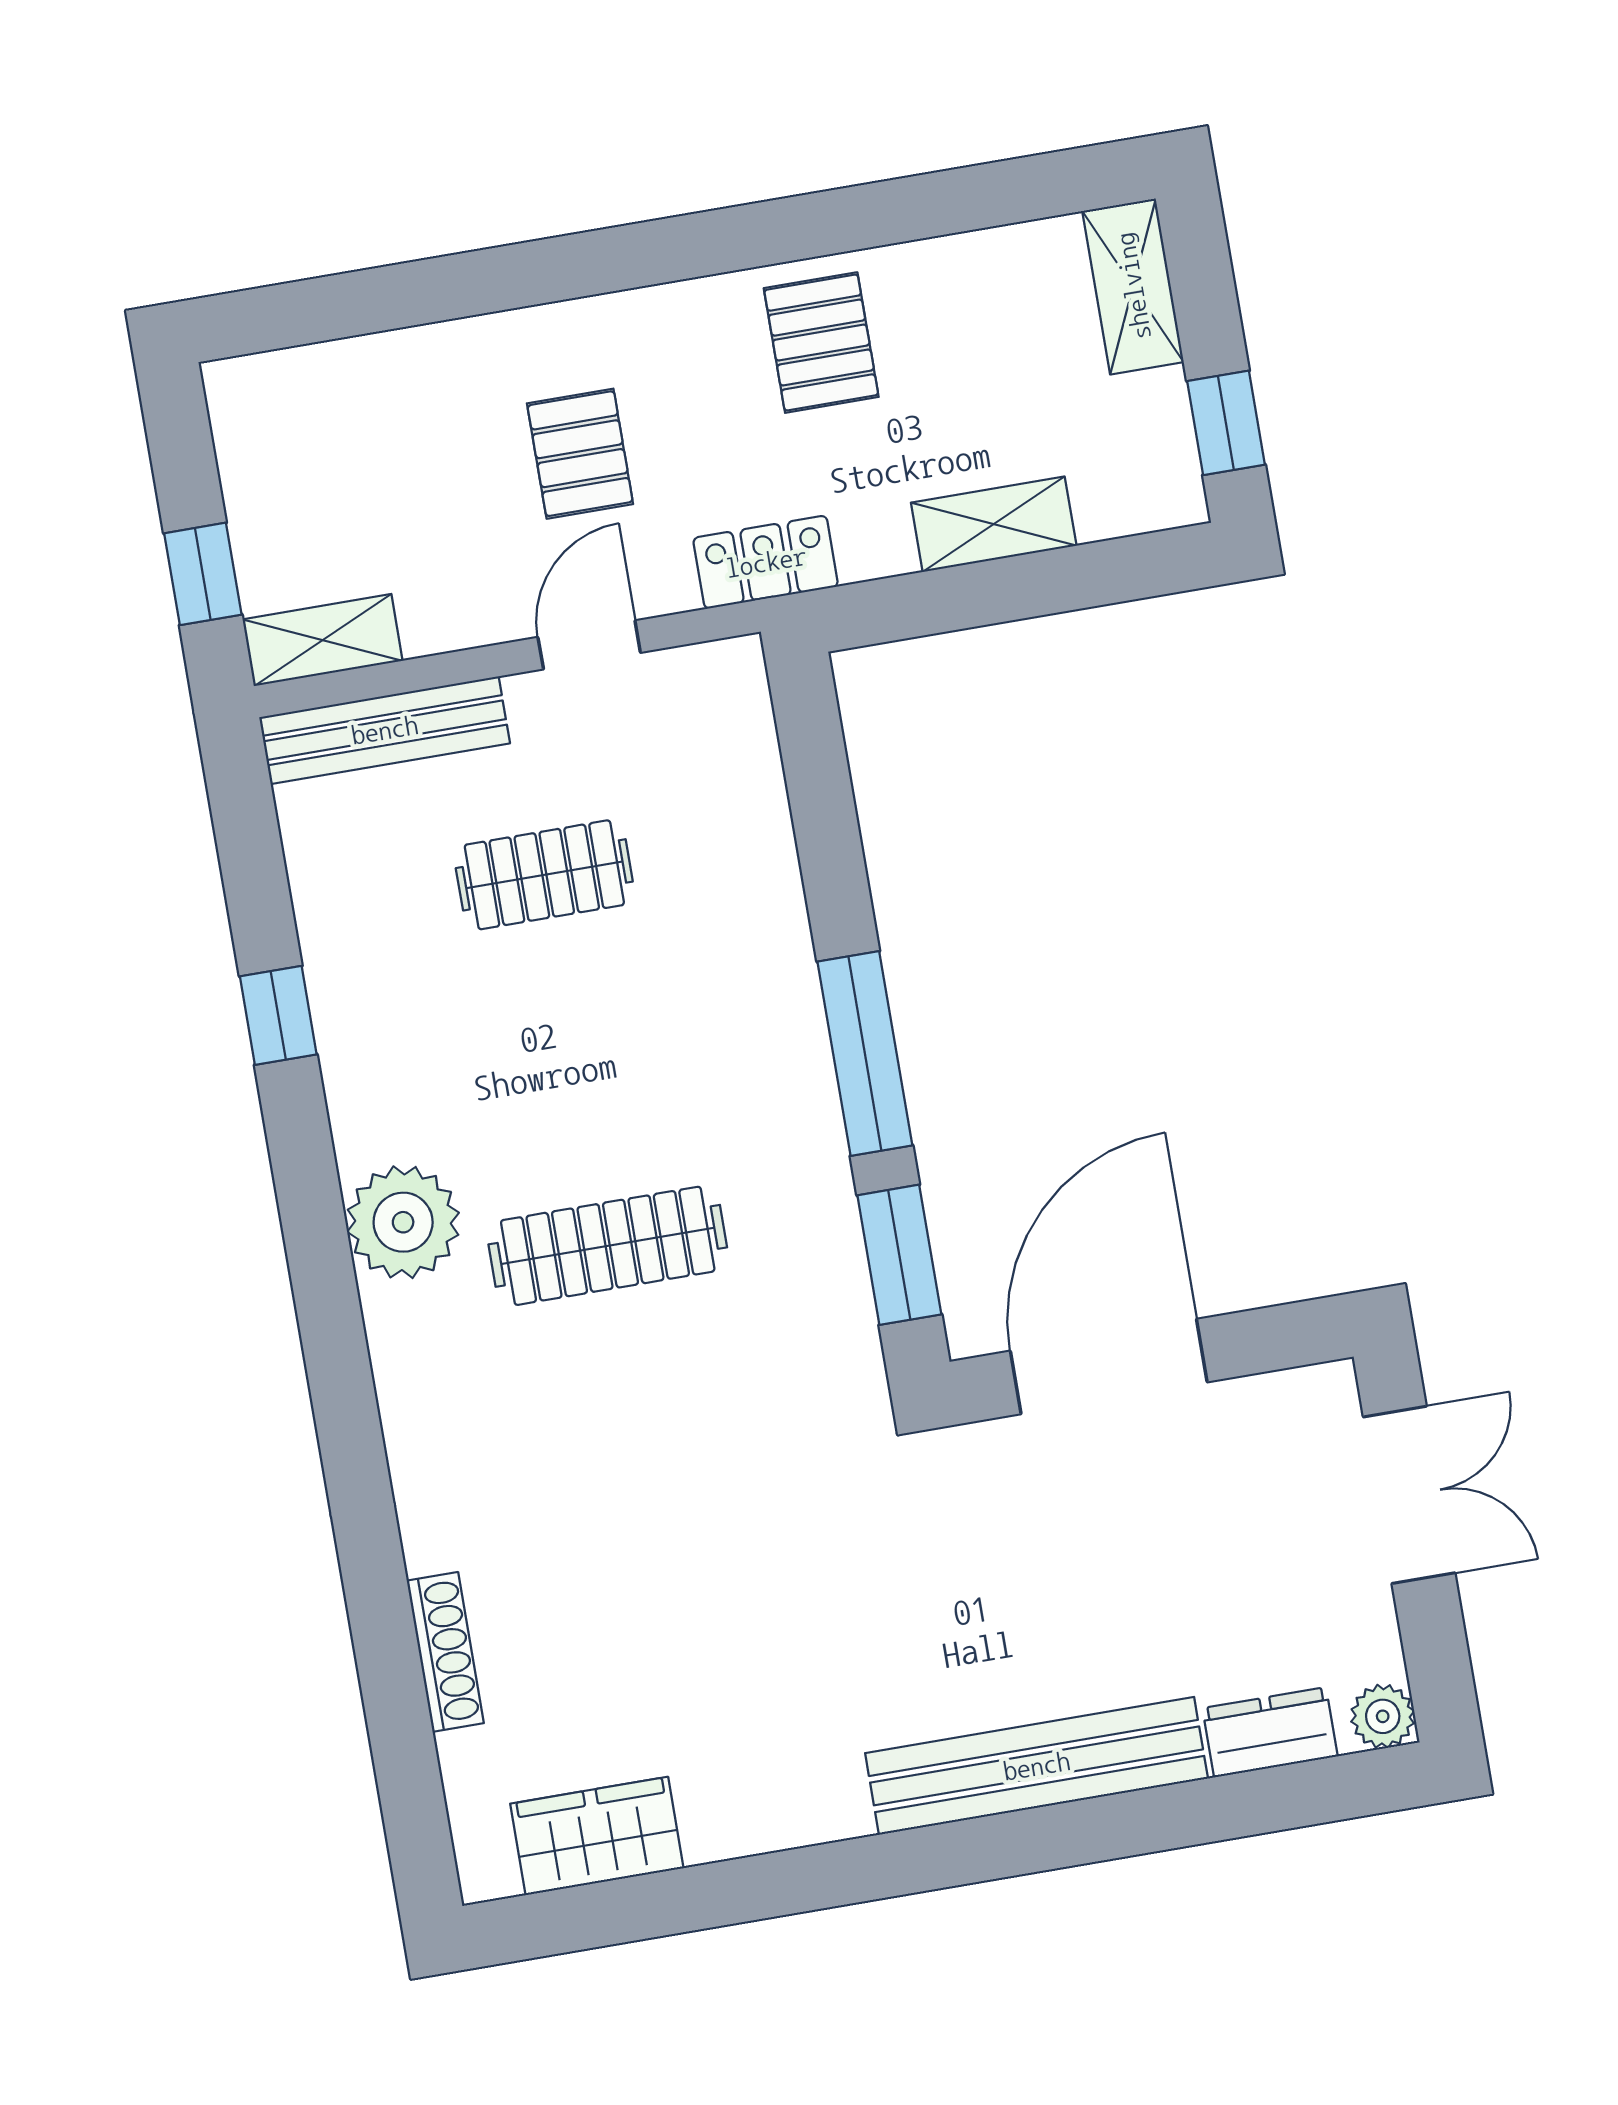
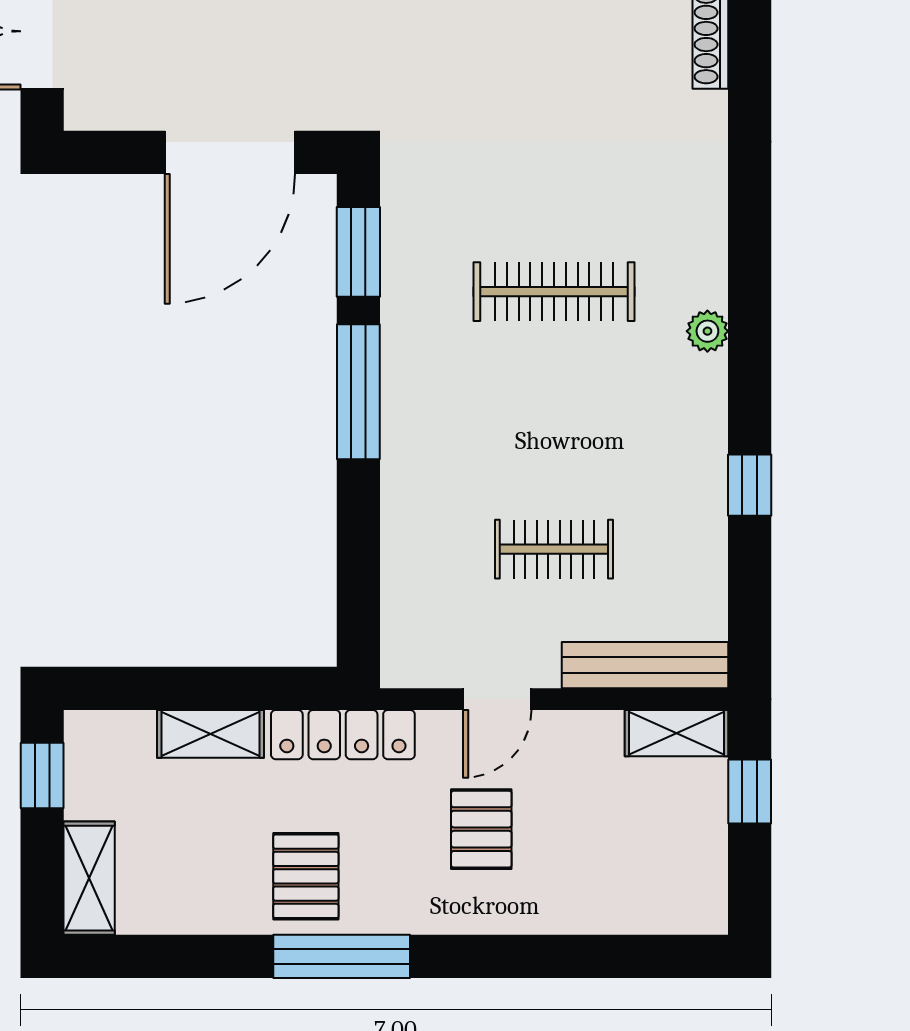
window: (750, 236) -> (342, 956), added
locker: (766, 562) -> (343, 735), width x1.53
plant: (403, 1222) -> (707, 331), width x0.53, depth x0.53

